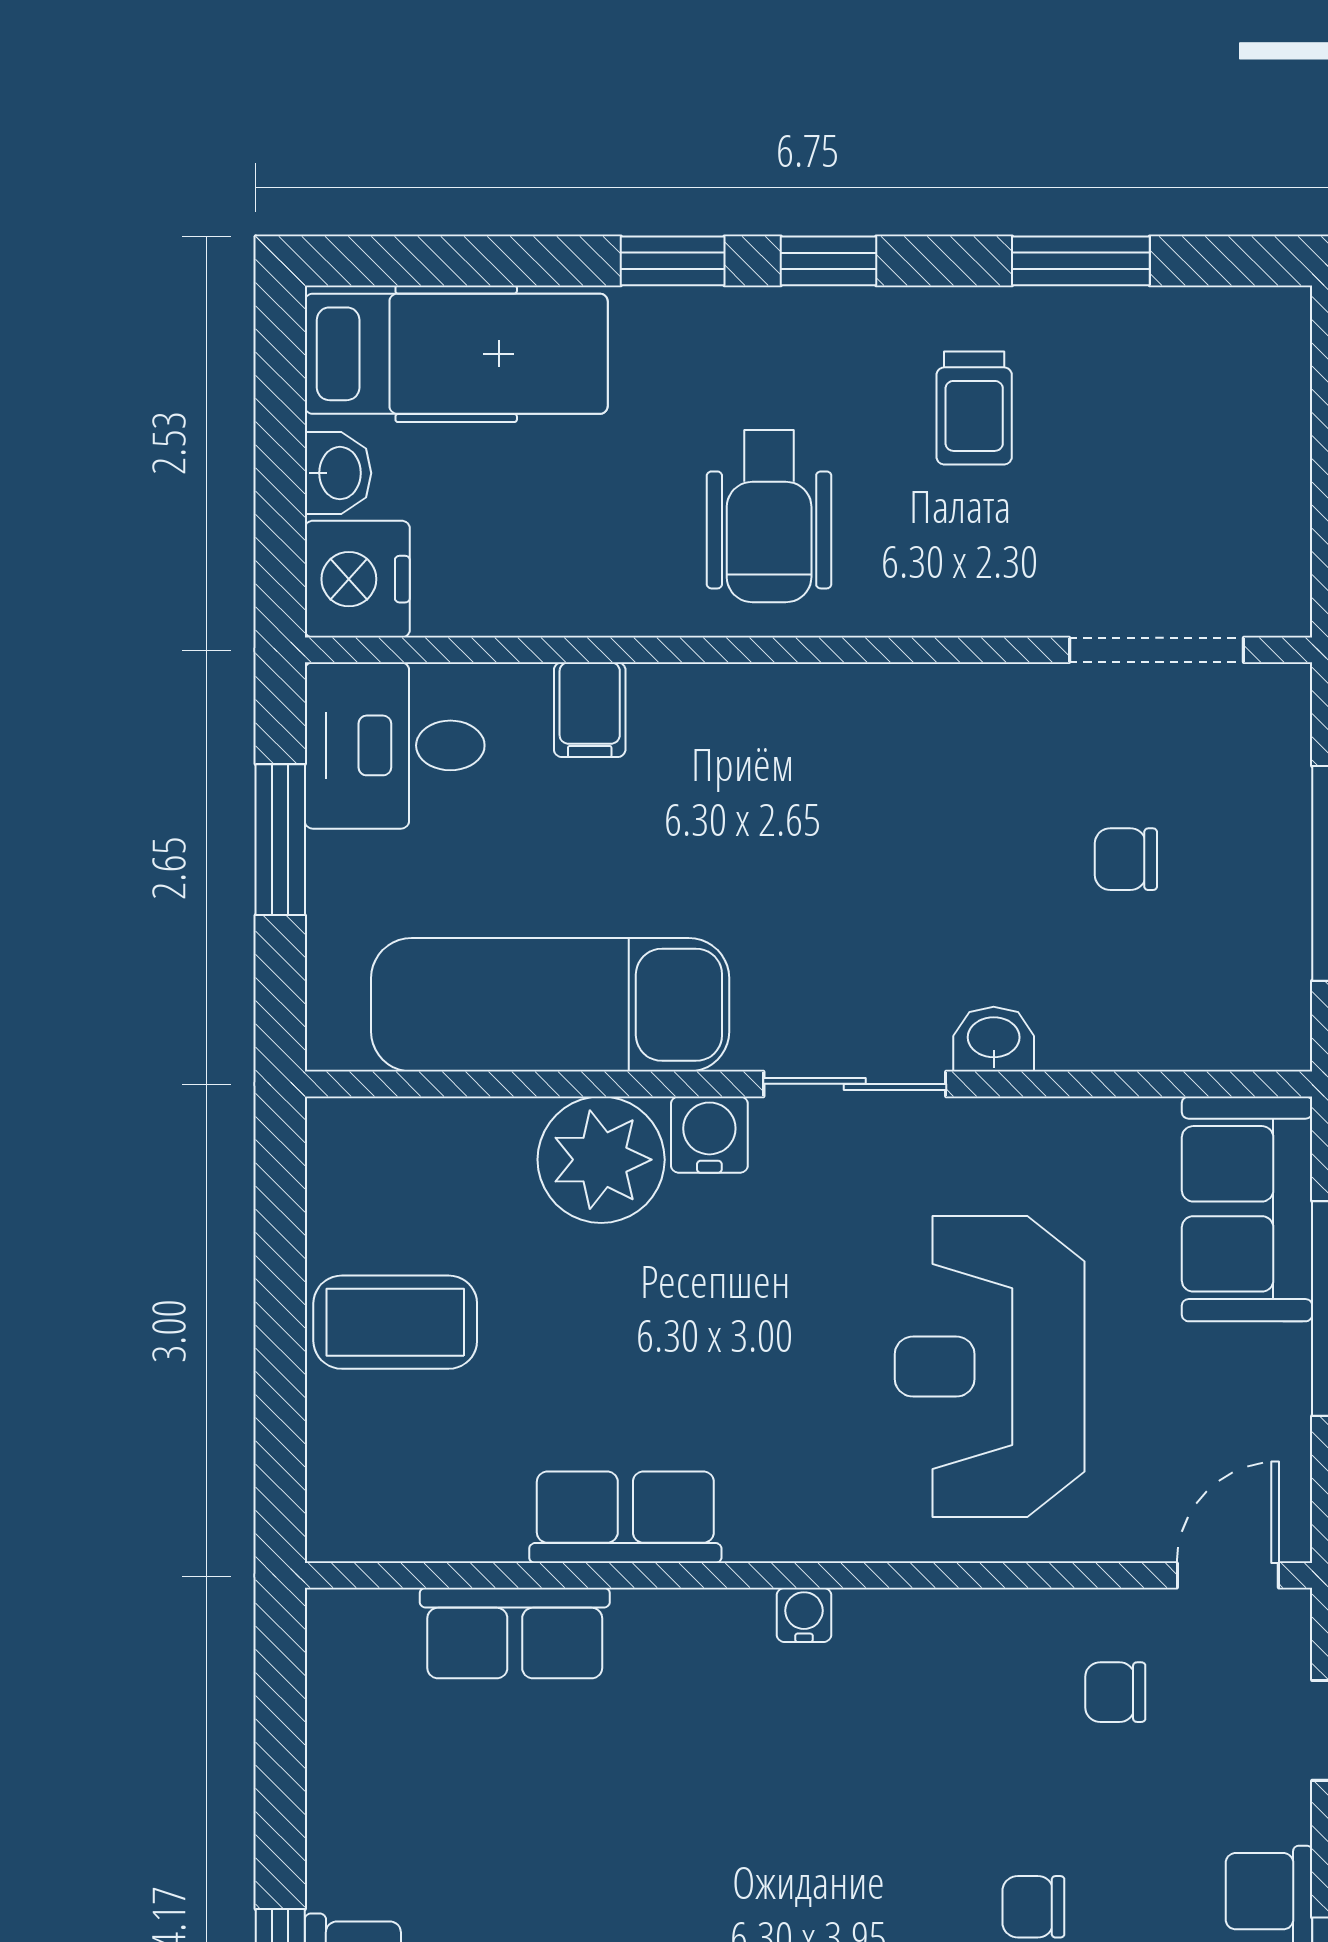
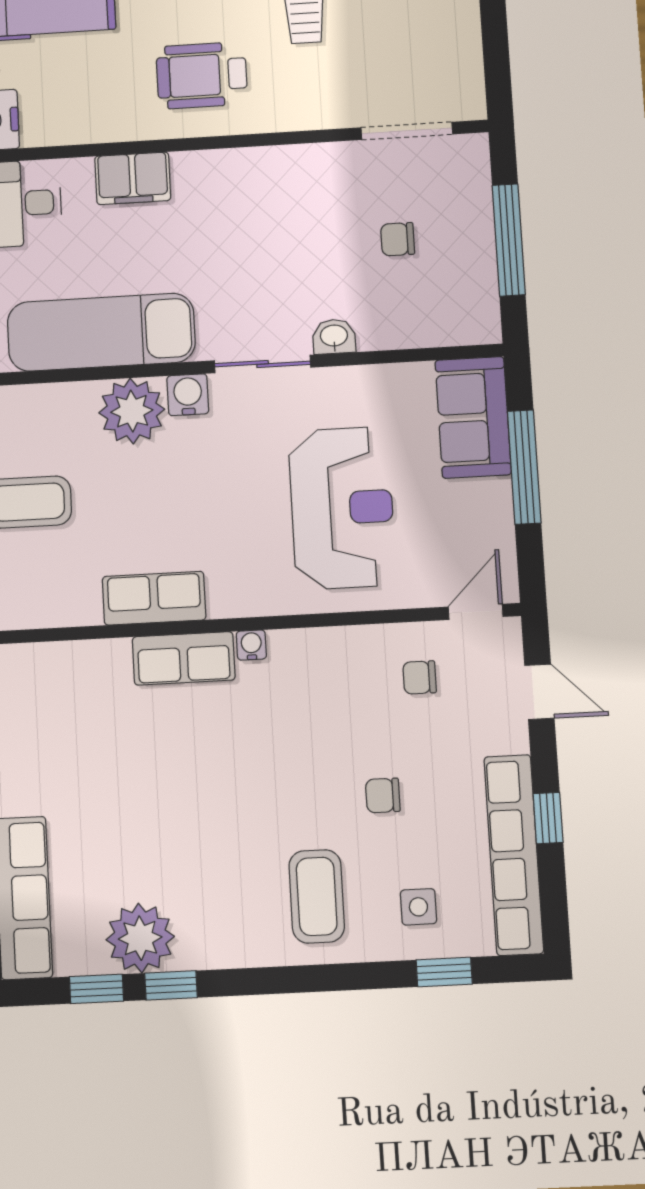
wheelchair: (769, 516) -> (202, 75), turned 90
filing cabinet: (590, 710) -> (133, 178), width x2.00
reception desk: (990, 1367) -> (342, 508), turned 180
row of seats: (515, 1633) -> (184, 658), moved

